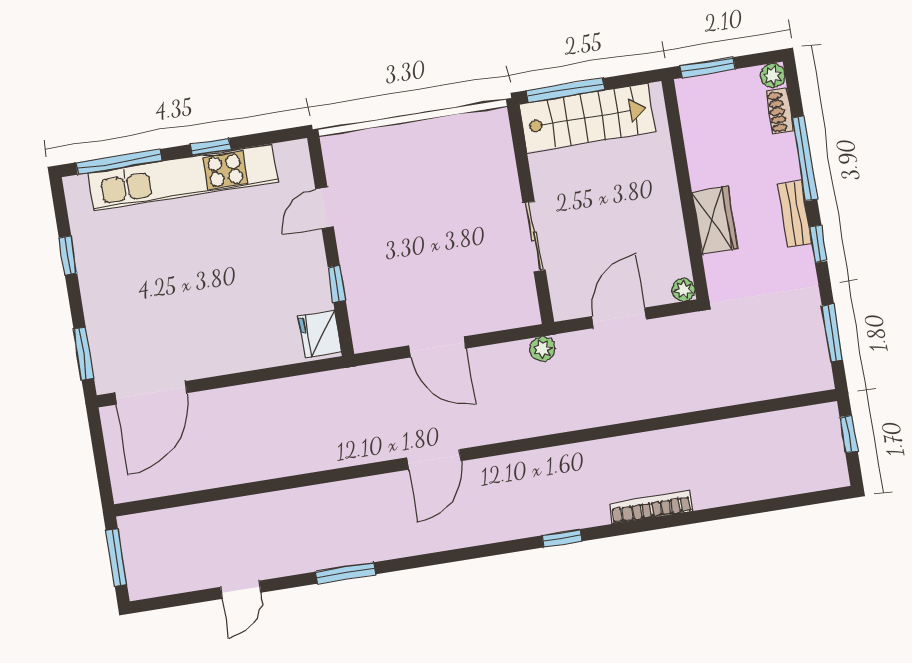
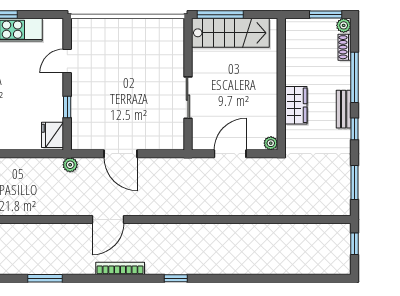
window: (708, 67) -> (326, 15), moved
plant: (542, 349) -> (70, 165), moved
bookcase: (651, 507) -> (120, 268), moved

